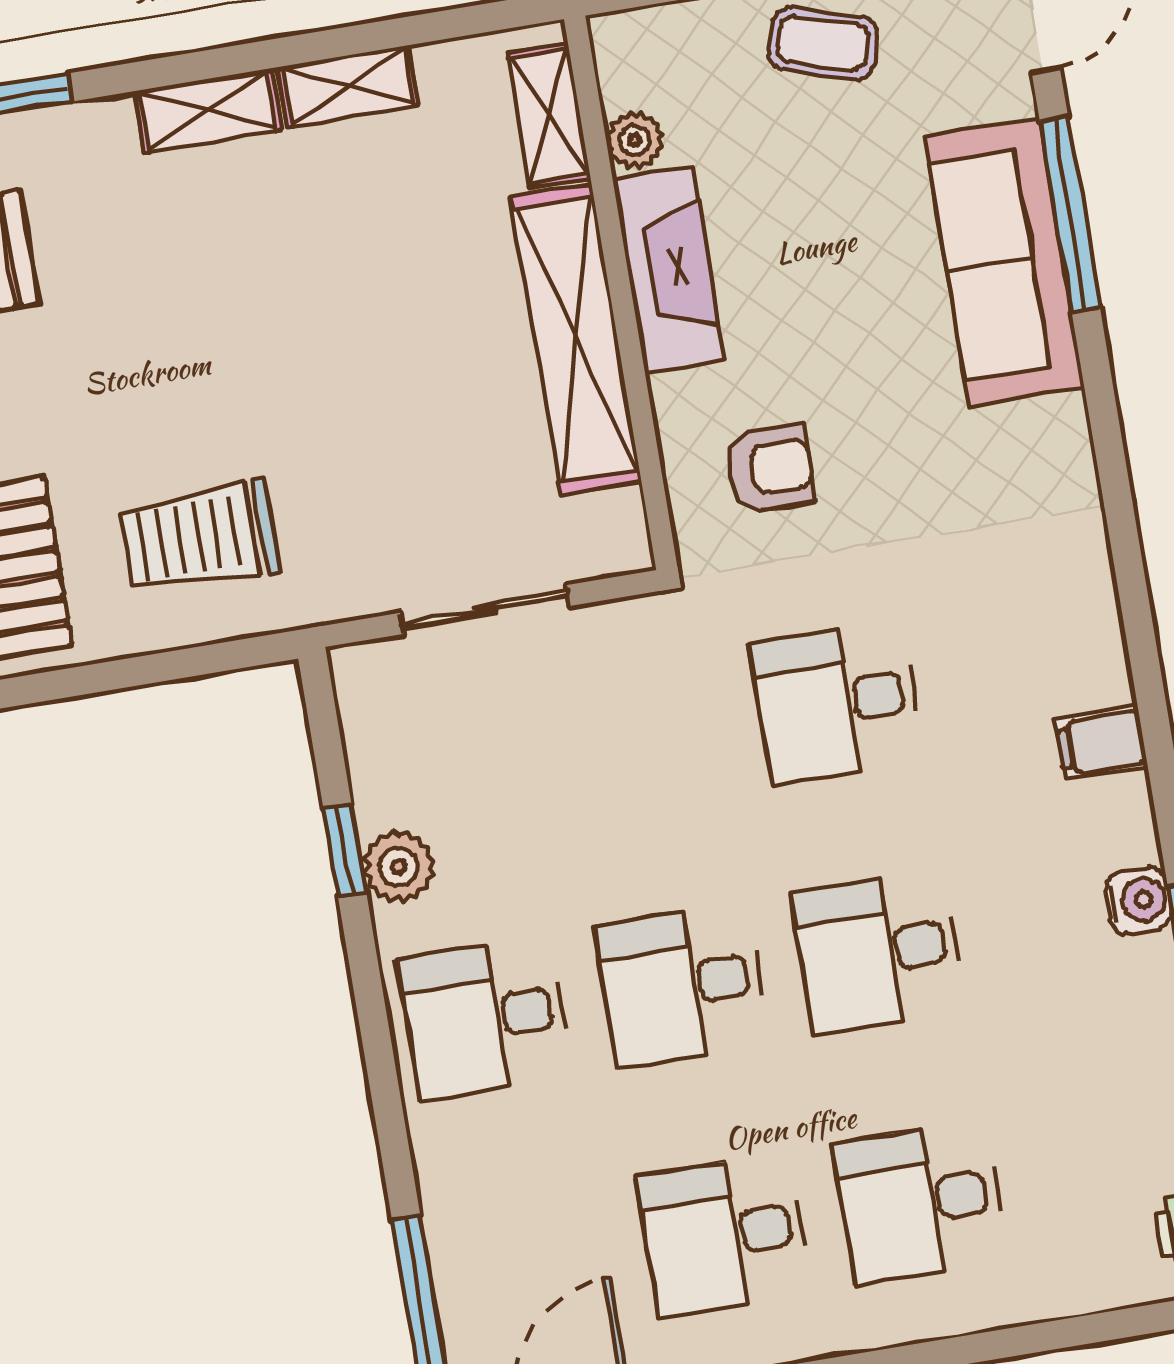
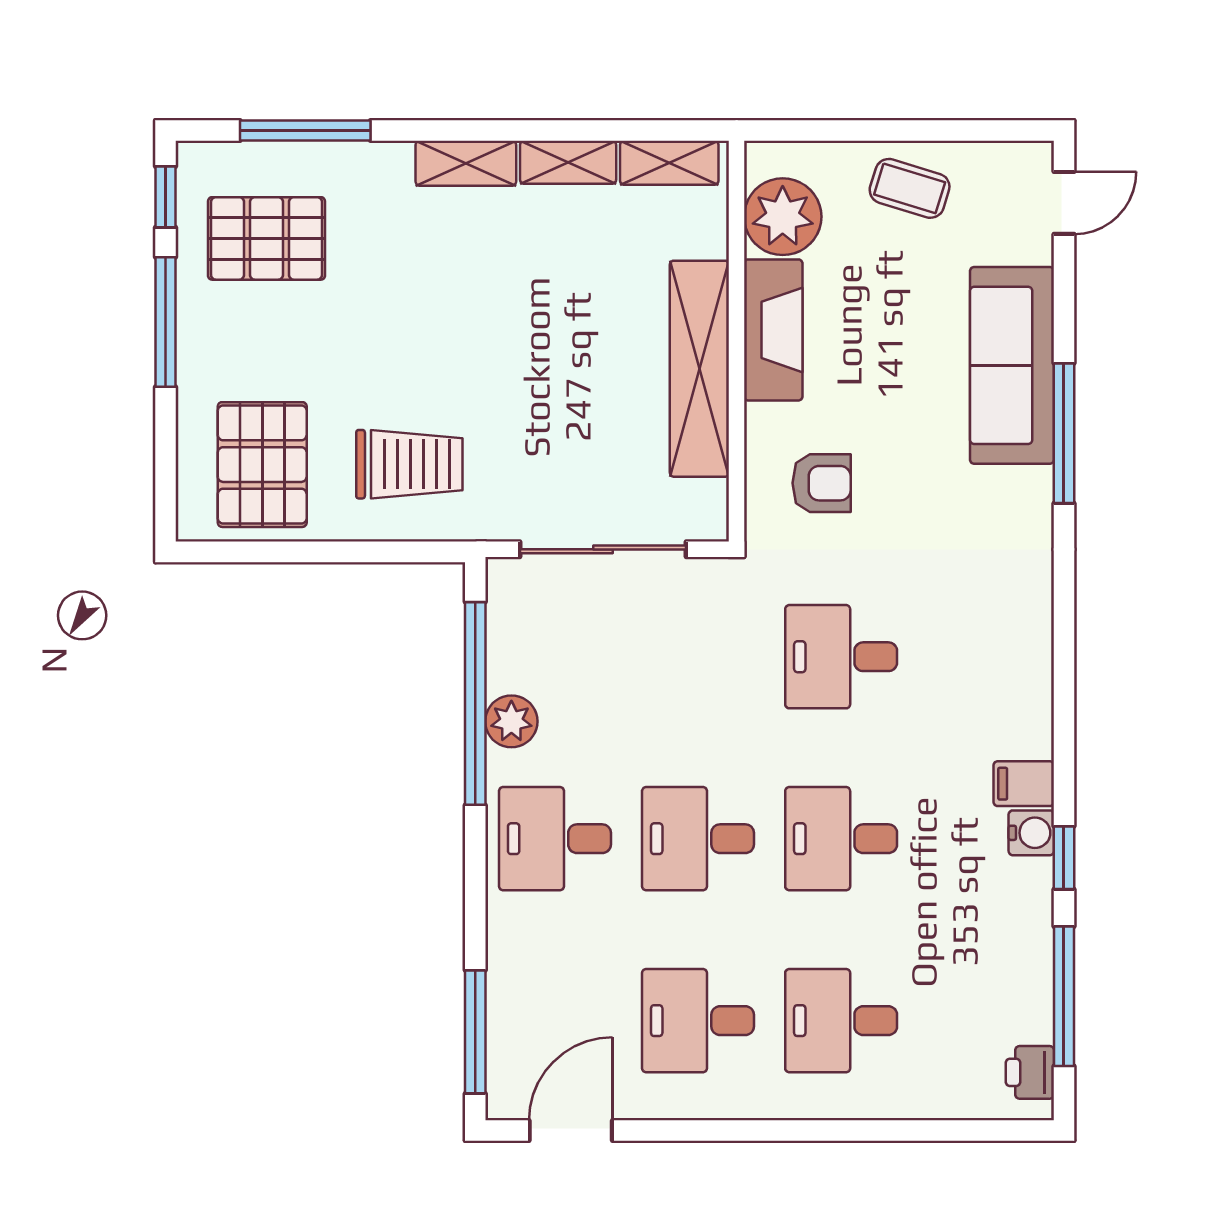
shelving: (549, 116) -> (669, 163), moved, turned 90
plant: (635, 140) -> (783, 217), width x1.87, depth x1.87
window: (1070, 214) -> (1064, 433), moved
trolley: (199, 537) -> (409, 464), turned 180
sliding door: (485, 609) -> (603, 549), width x1.37
filing cabinet: (1101, 743) -> (1024, 784), moved
window: (345, 851) -> (475, 704), width x3.17

